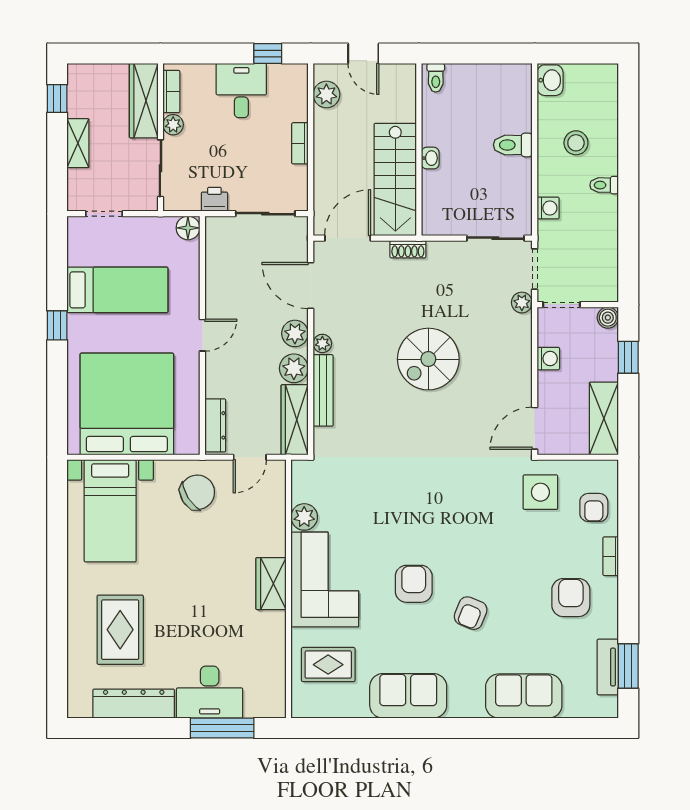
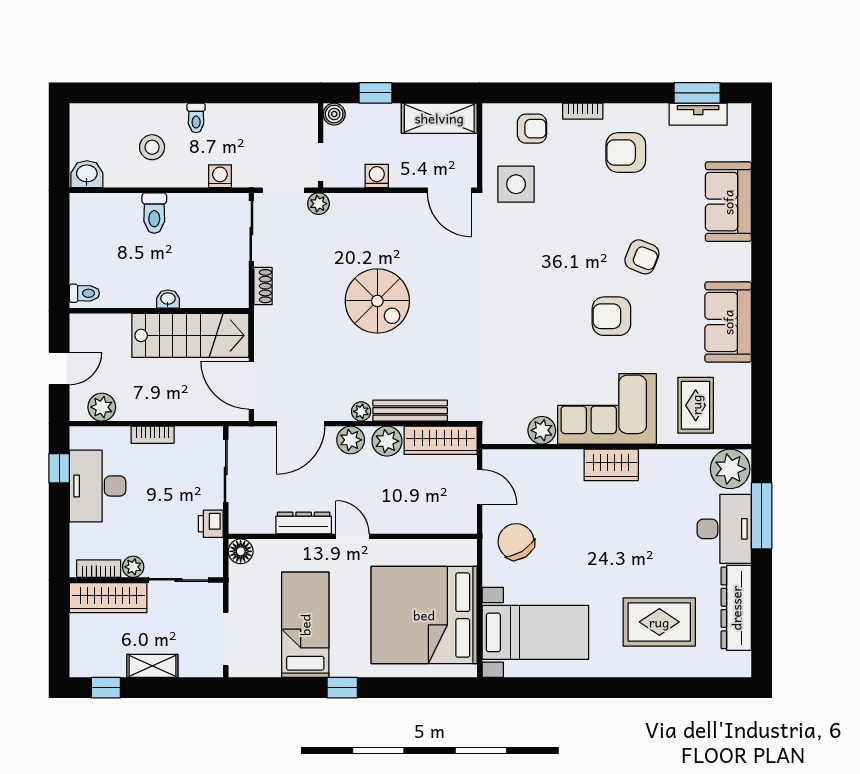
desk: (241, 90) -> (98, 486), width x1.37
doorway: (104, 214) -> (226, 639), width x1.38
shoe rack: (408, 249) -> (263, 286), moved
dresser: (215, 425) -> (304, 523), moved
plant: (267, 698) -> (730, 469), added

